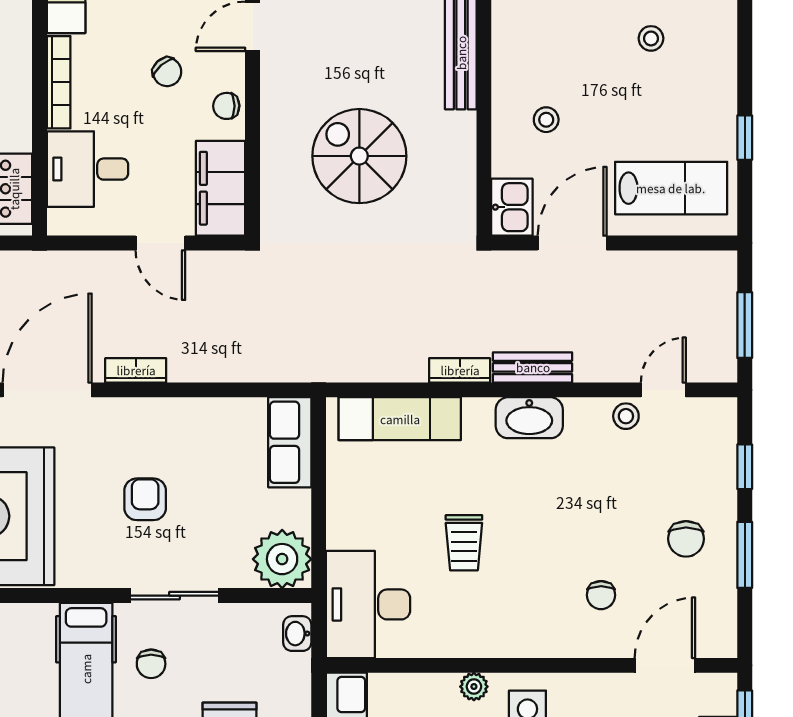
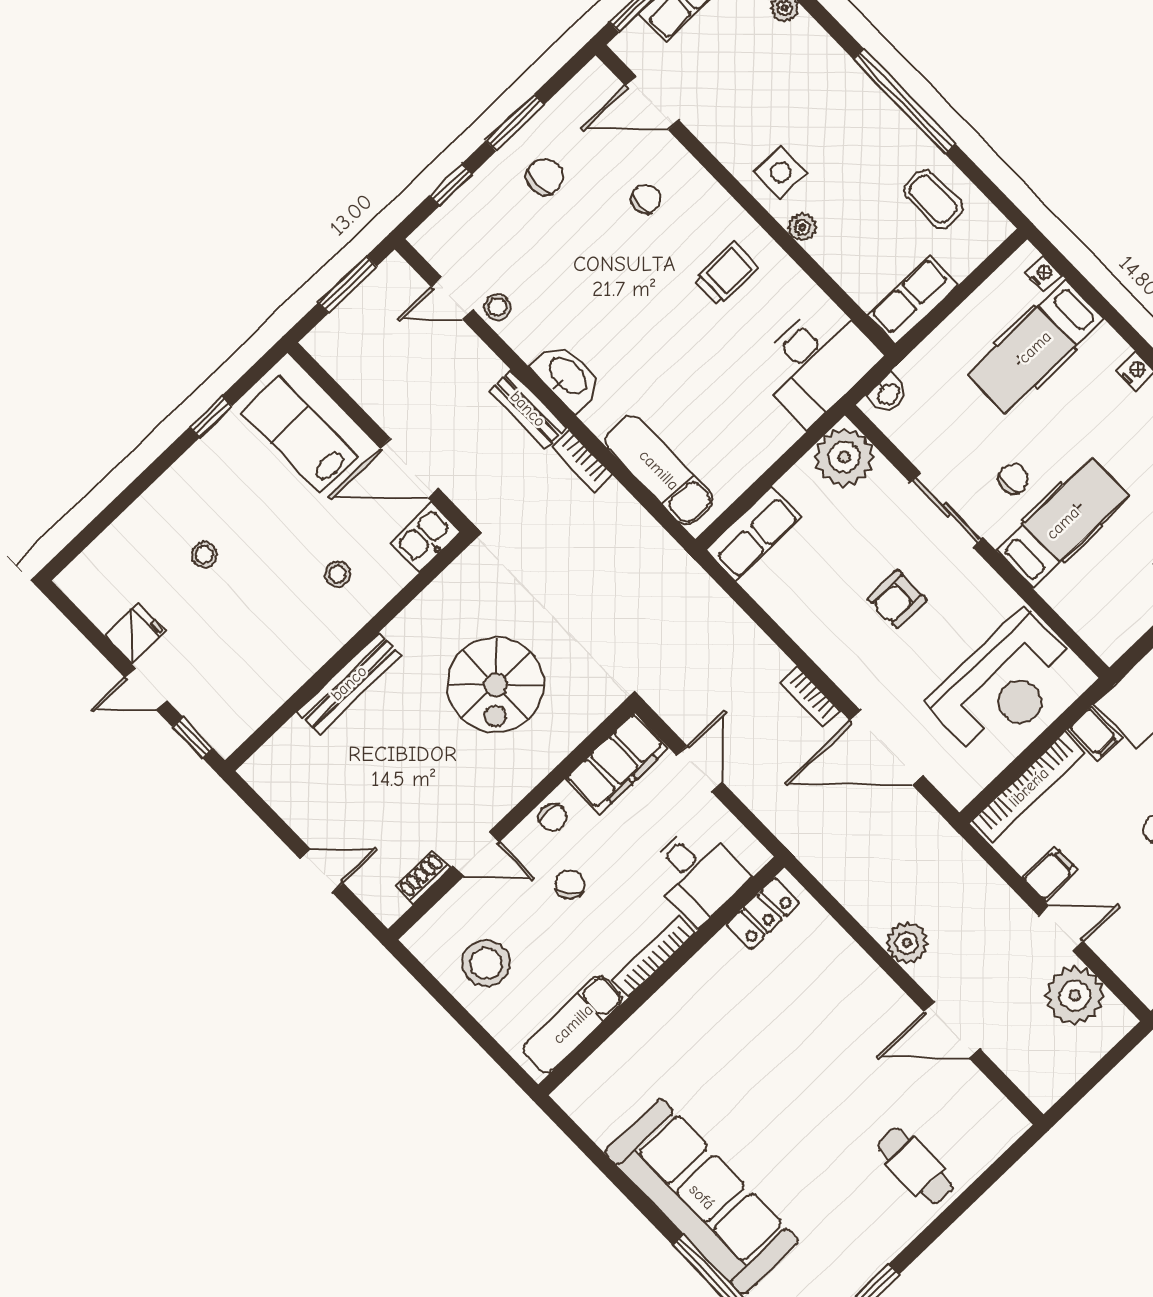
trolley: (464, 543) -> (726, 274), moved

